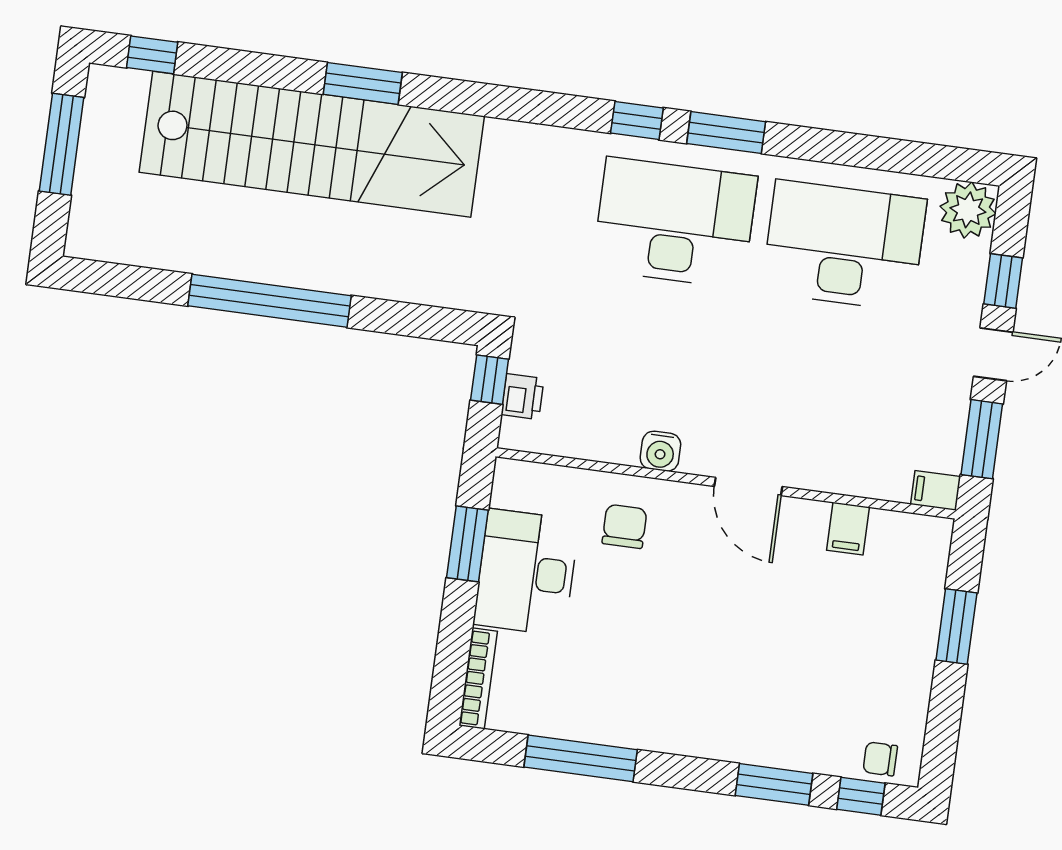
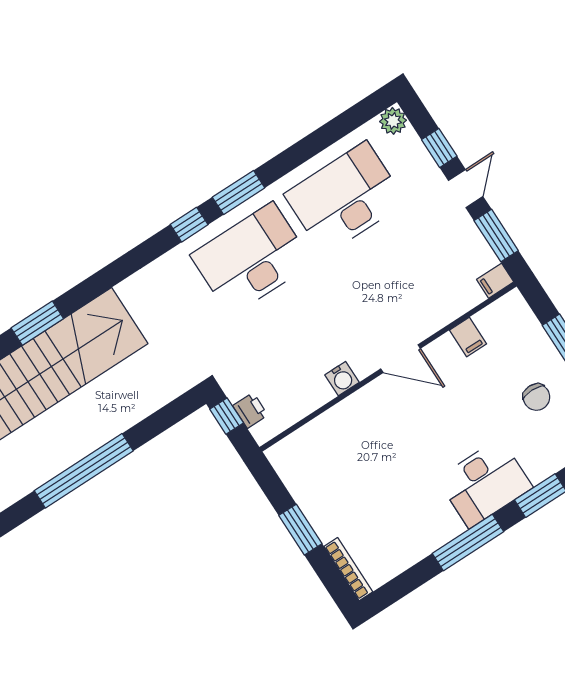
plant: (968, 210) -> (393, 121), width x0.73, depth x0.73
chair: (624, 526) -> (536, 397), moved, turned 180
window: (467, 544) -> (300, 530), moved
desk: (526, 572) -> (485, 483), moved, turned -90
window: (581, 758) -> (468, 543), moved

